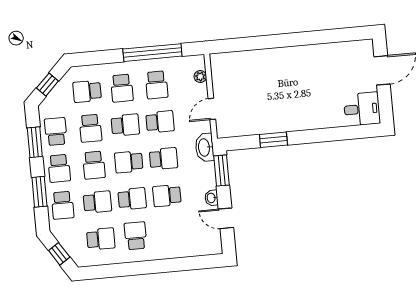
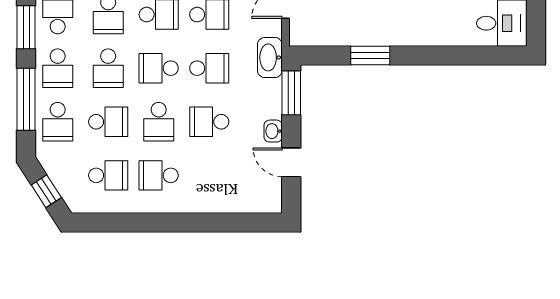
window: (39, 192) -> (26, 99), width x1.44
school desk: (132, 199) -> (159, 122), turned 90
school desk: (136, 236) -> (159, 175), turned -90

